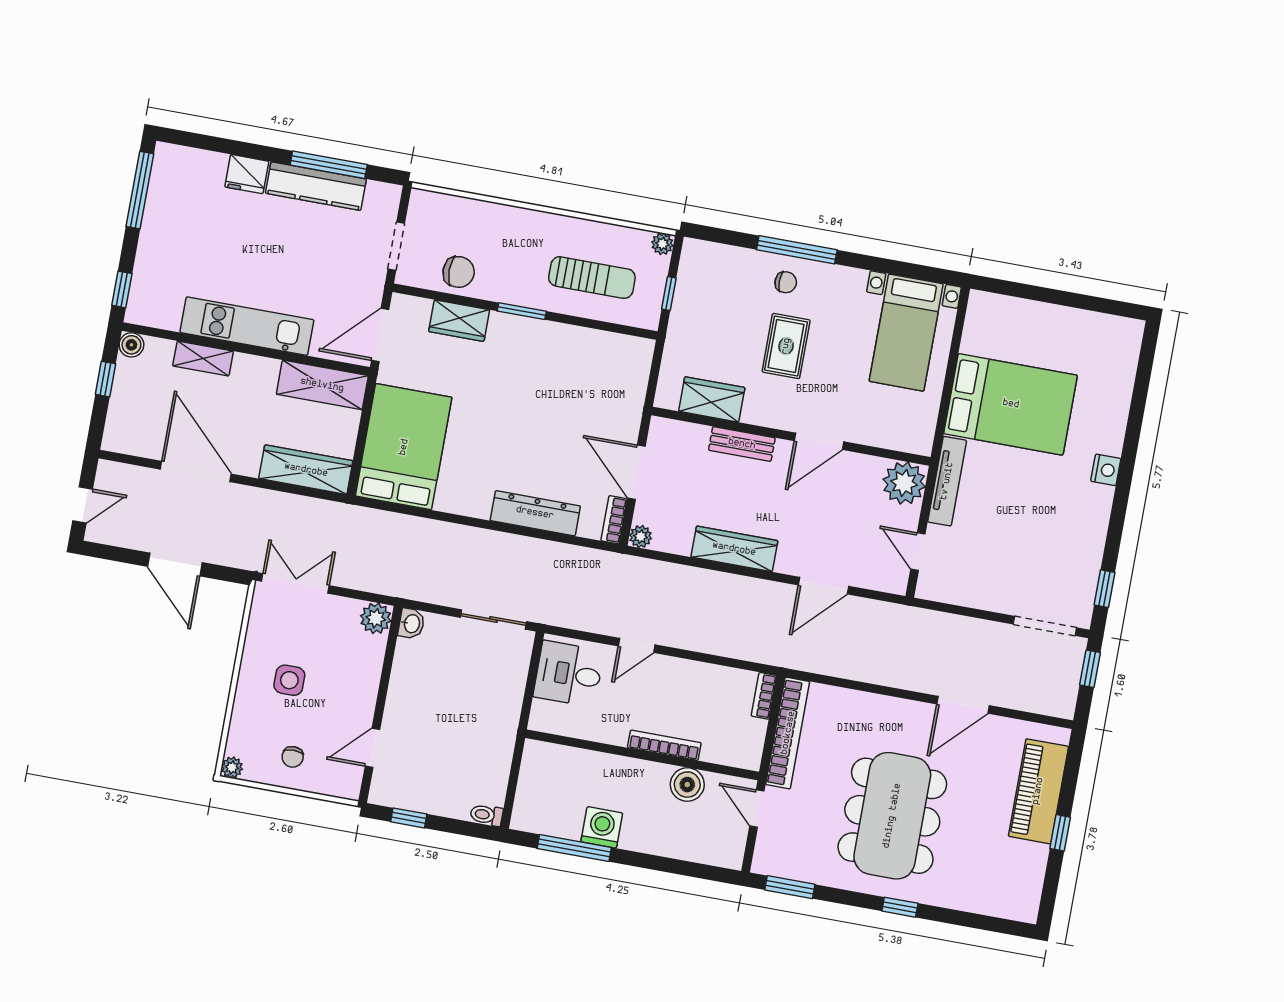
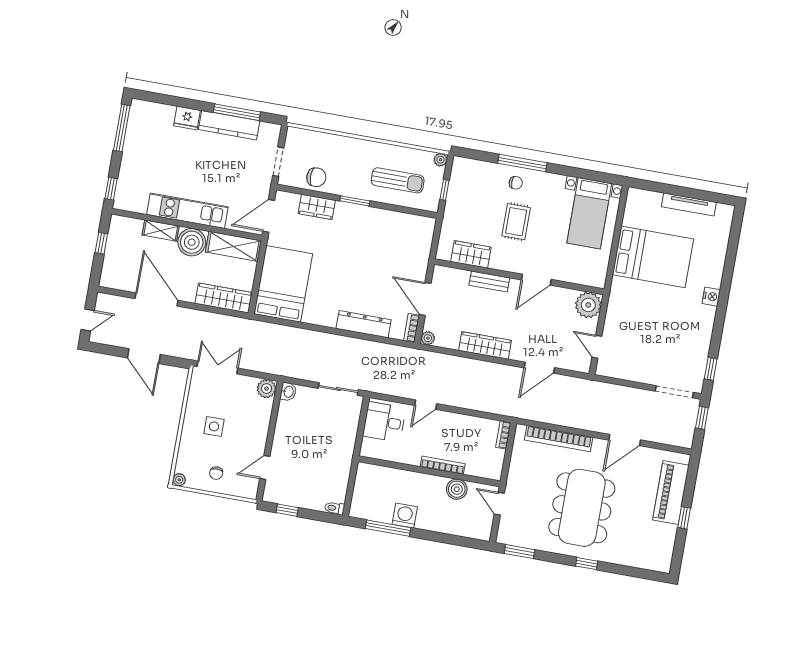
boiler: (131, 345) -> (192, 242), moved, width x1.86, depth x1.86
tv unit: (947, 481) -> (689, 204), moved, turned 90
bookcase: (788, 733) -> (559, 439), moved, turned 90

